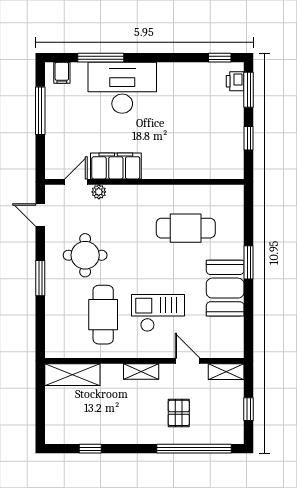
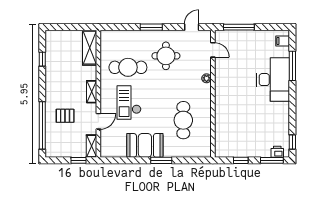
window: (40, 111) -> (239, 27), moved
filing cabinet: (116, 166) -> (223, 75), removed
plant: (99, 192) -> (207, 78), moved
checkout: (158, 313) -> (129, 102), turned 180
window: (249, 409) -> (78, 160), moved

